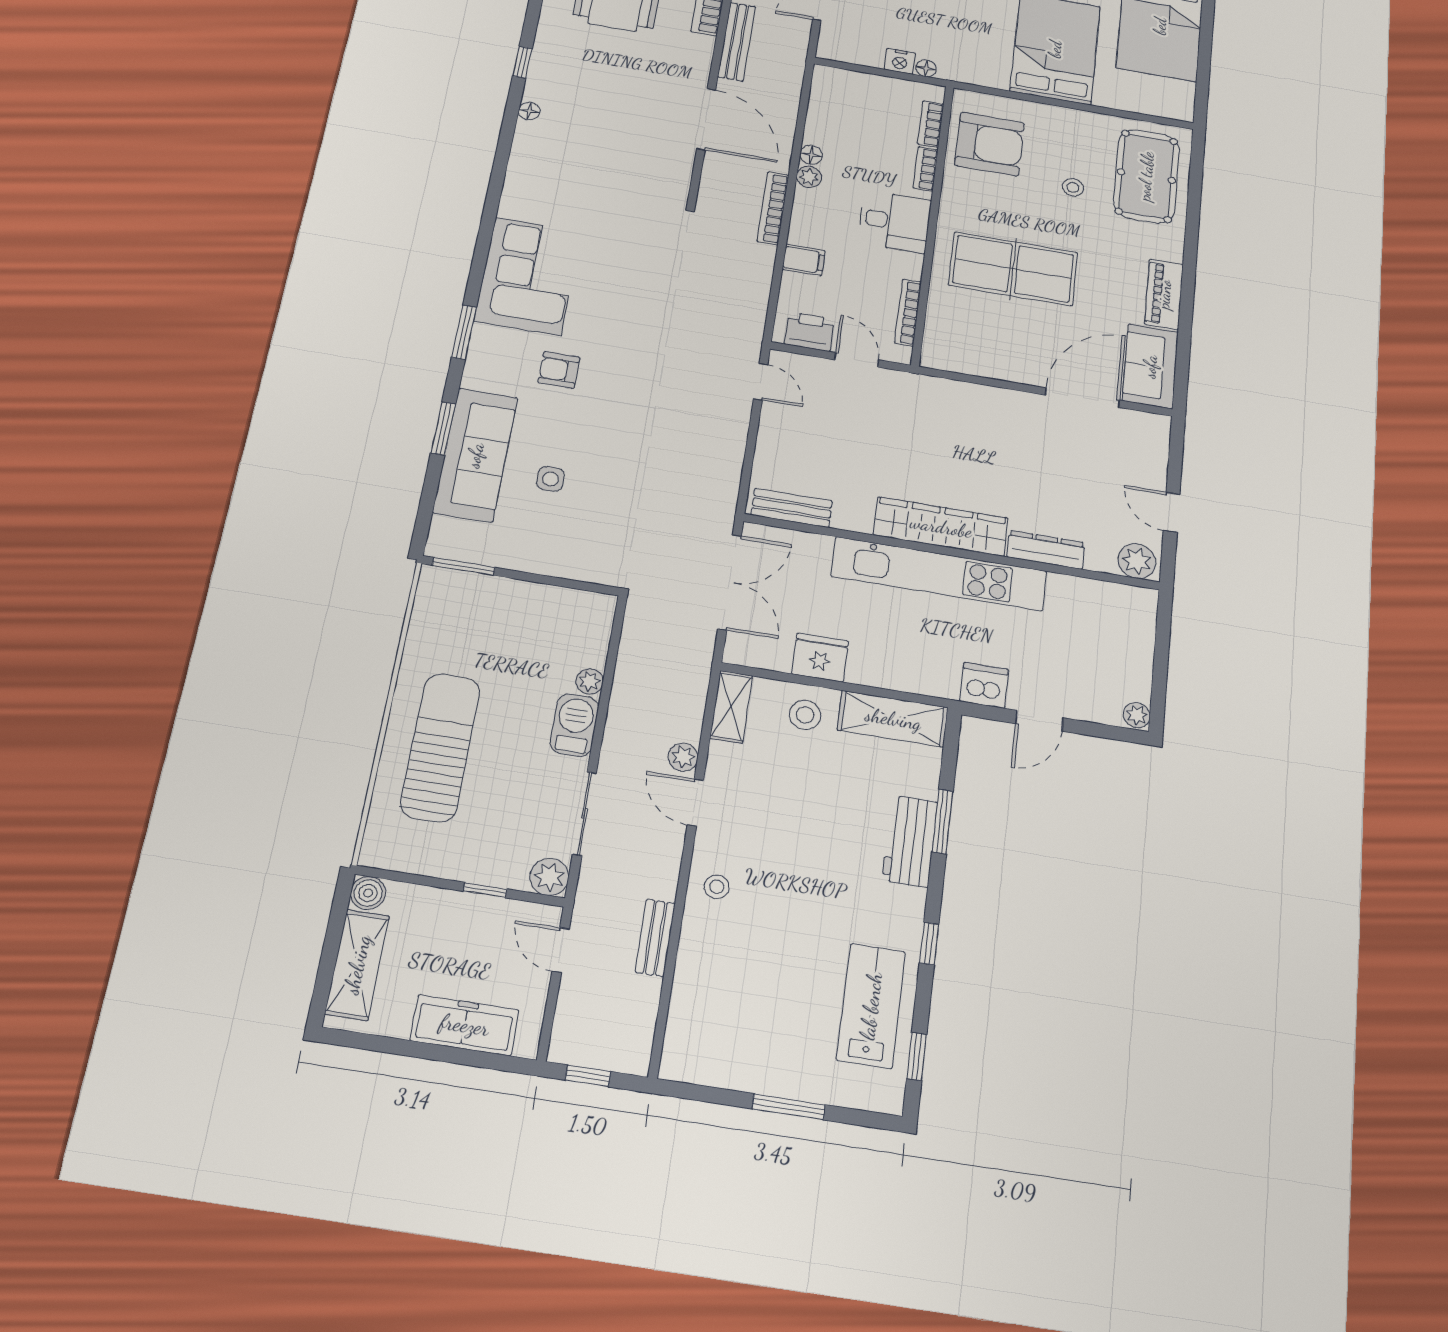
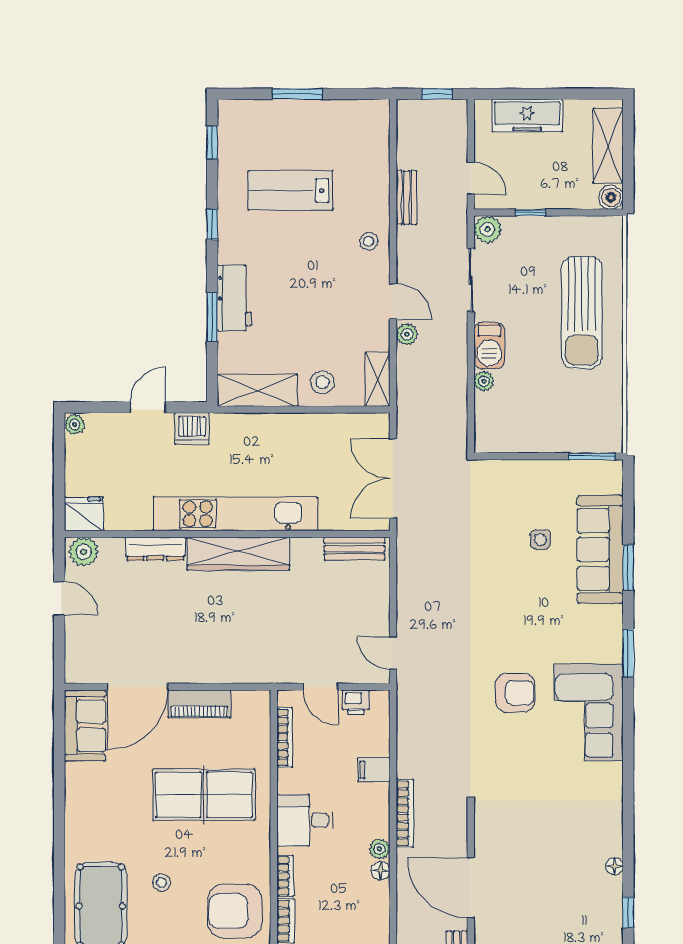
piano: (1164, 294) -> (199, 704), moved, turned 90
printer: (809, 332) -> (356, 702), width x0.73, depth x0.81
armchair: (559, 370) -> (515, 693), moved, width x1.38, depth x1.38
fridge: (820, 658) -> (84, 514), moved, turned 180
lab bench: (871, 1006) -> (290, 190), moved, turned 90

